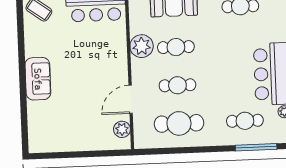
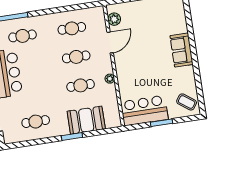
plant: (142, 46) -> (110, 79), width x0.53, depth x0.53
cafe table: (179, 123) -> (72, 28), width x0.73, depth x0.74

